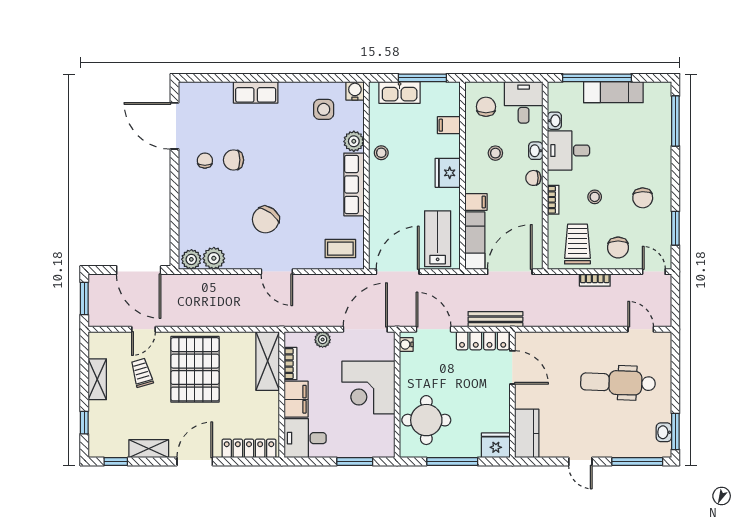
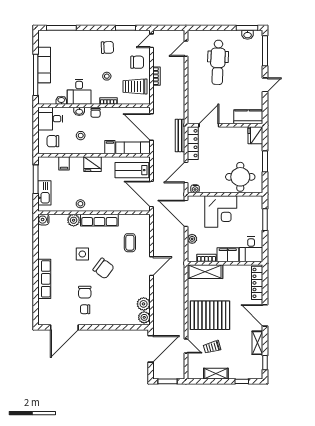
row of seats: (256, 92) -> (44, 279), width x1.48
side table: (324, 109) -> (82, 254), moved
chair: (266, 220) -> (104, 268), moved
coffee table: (340, 249) -> (130, 243), moved
window: (452, 461) -> (265, 161), width x0.69

